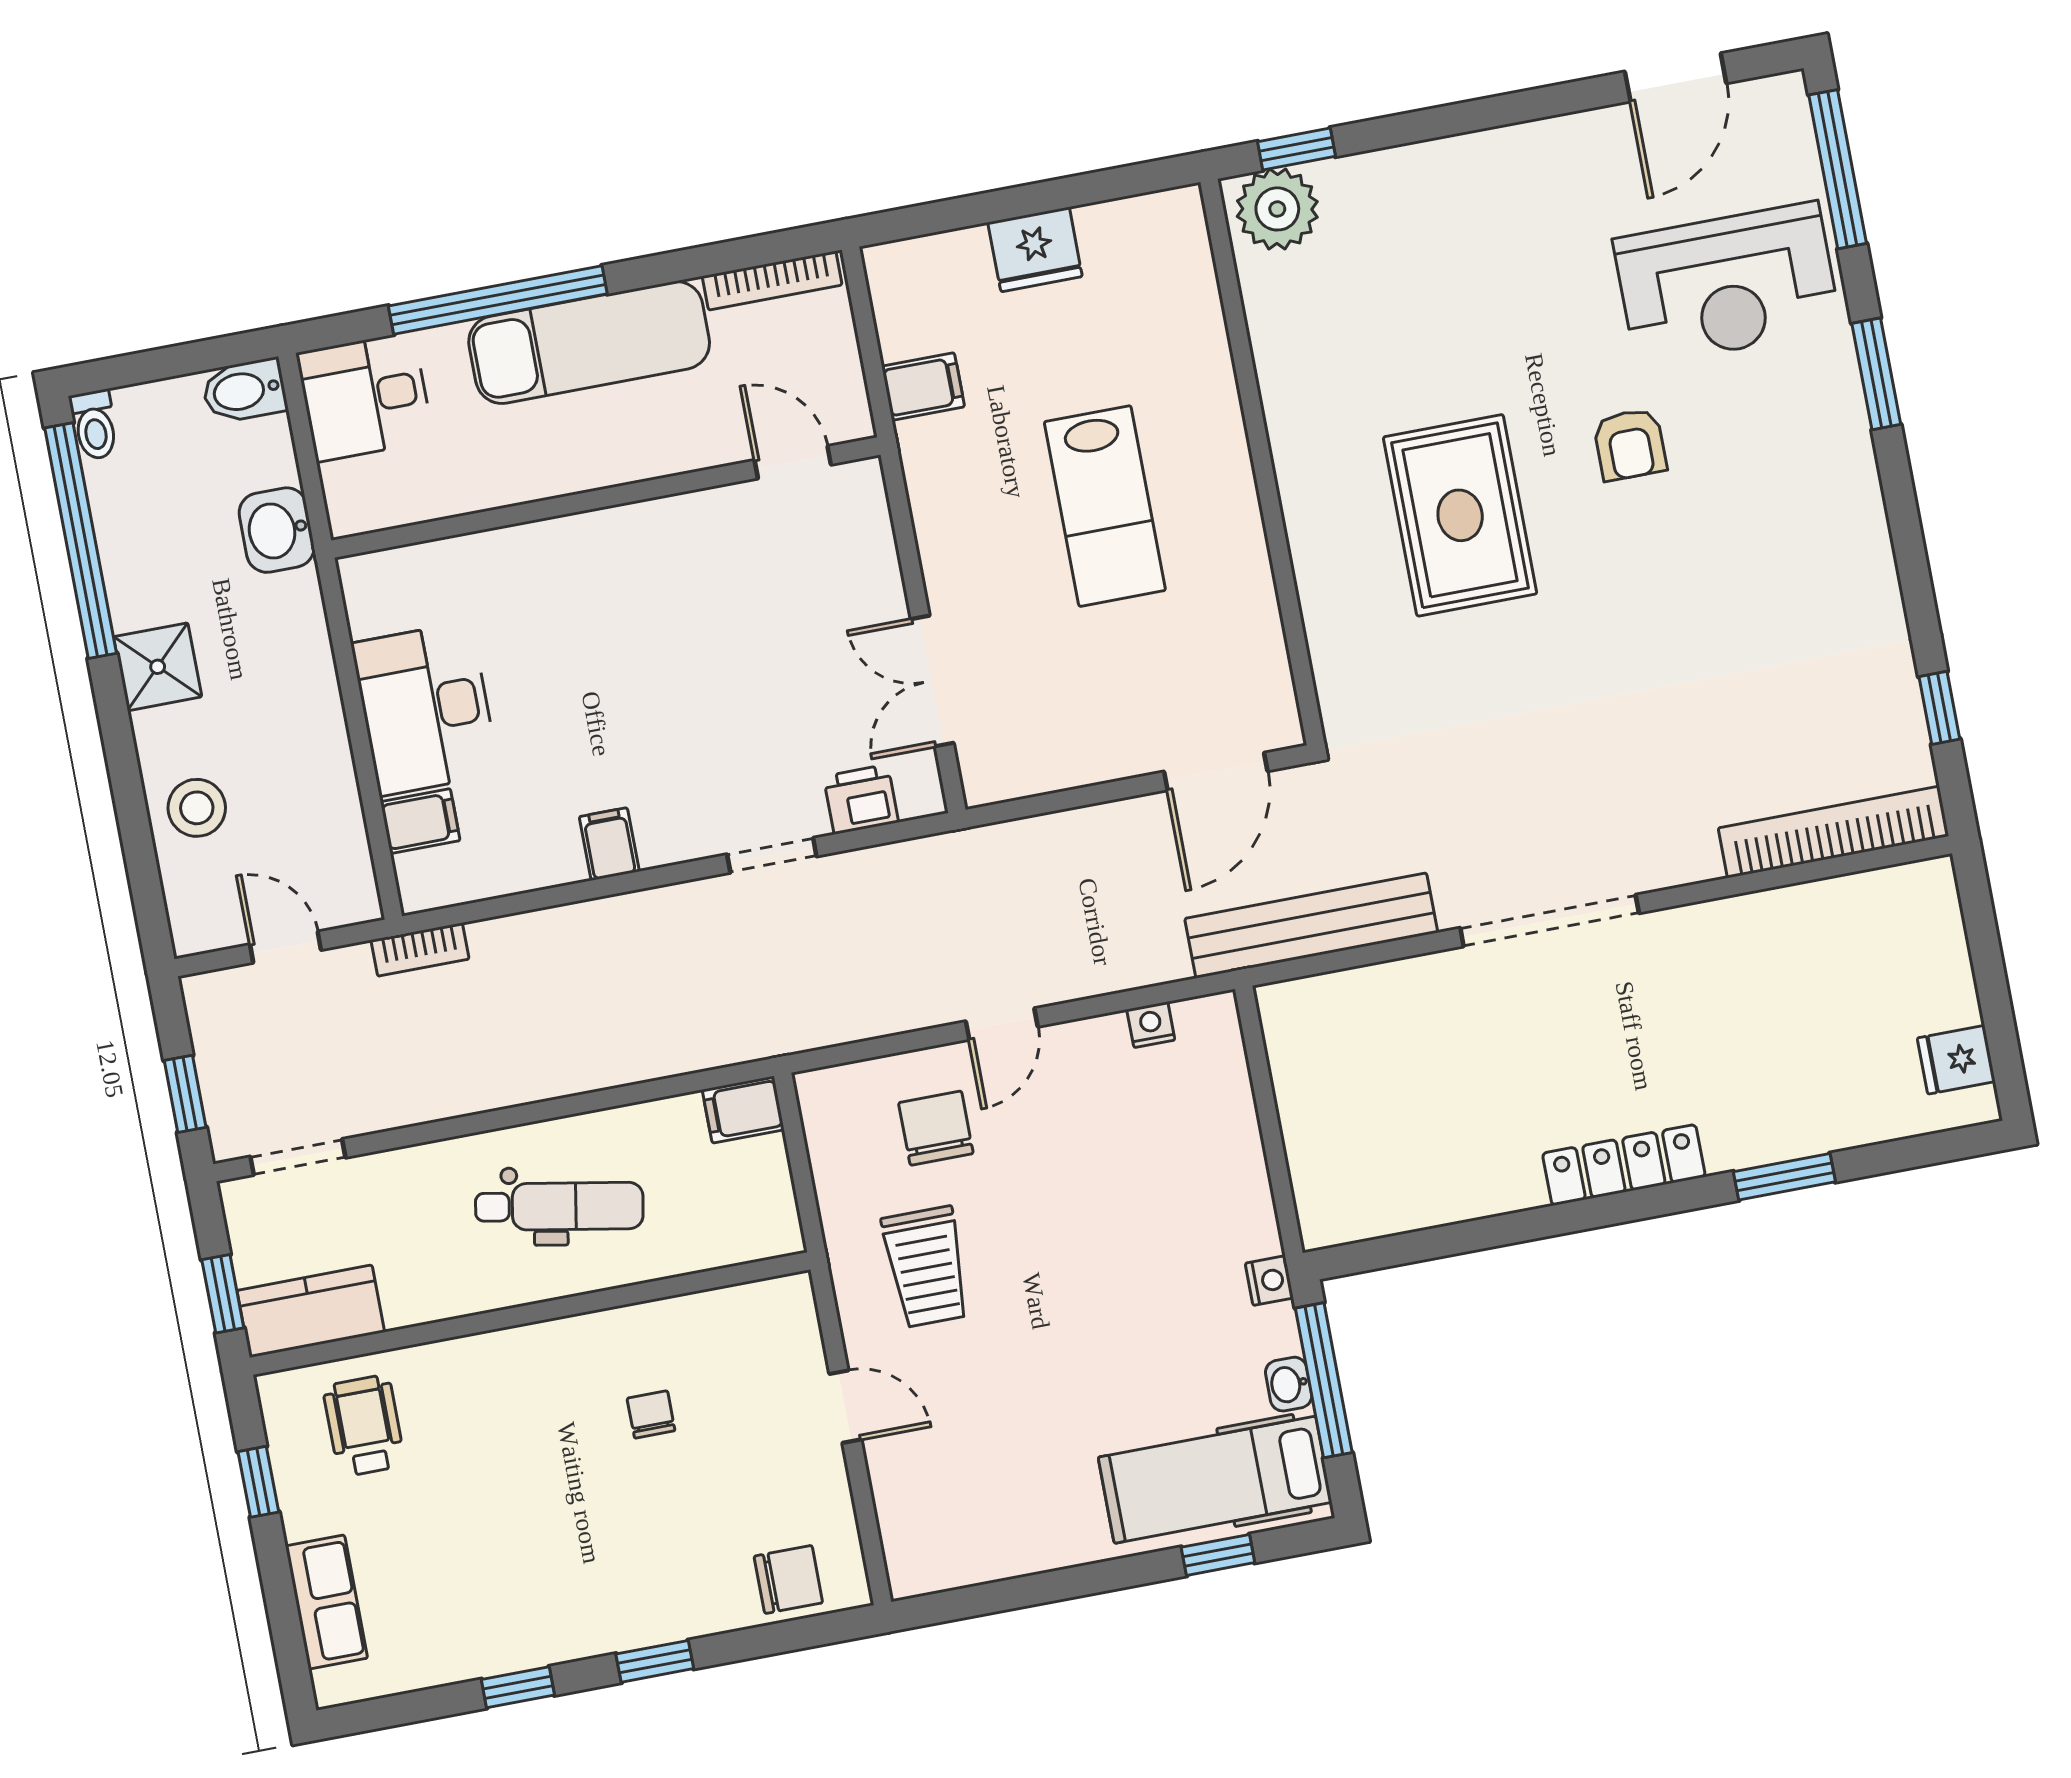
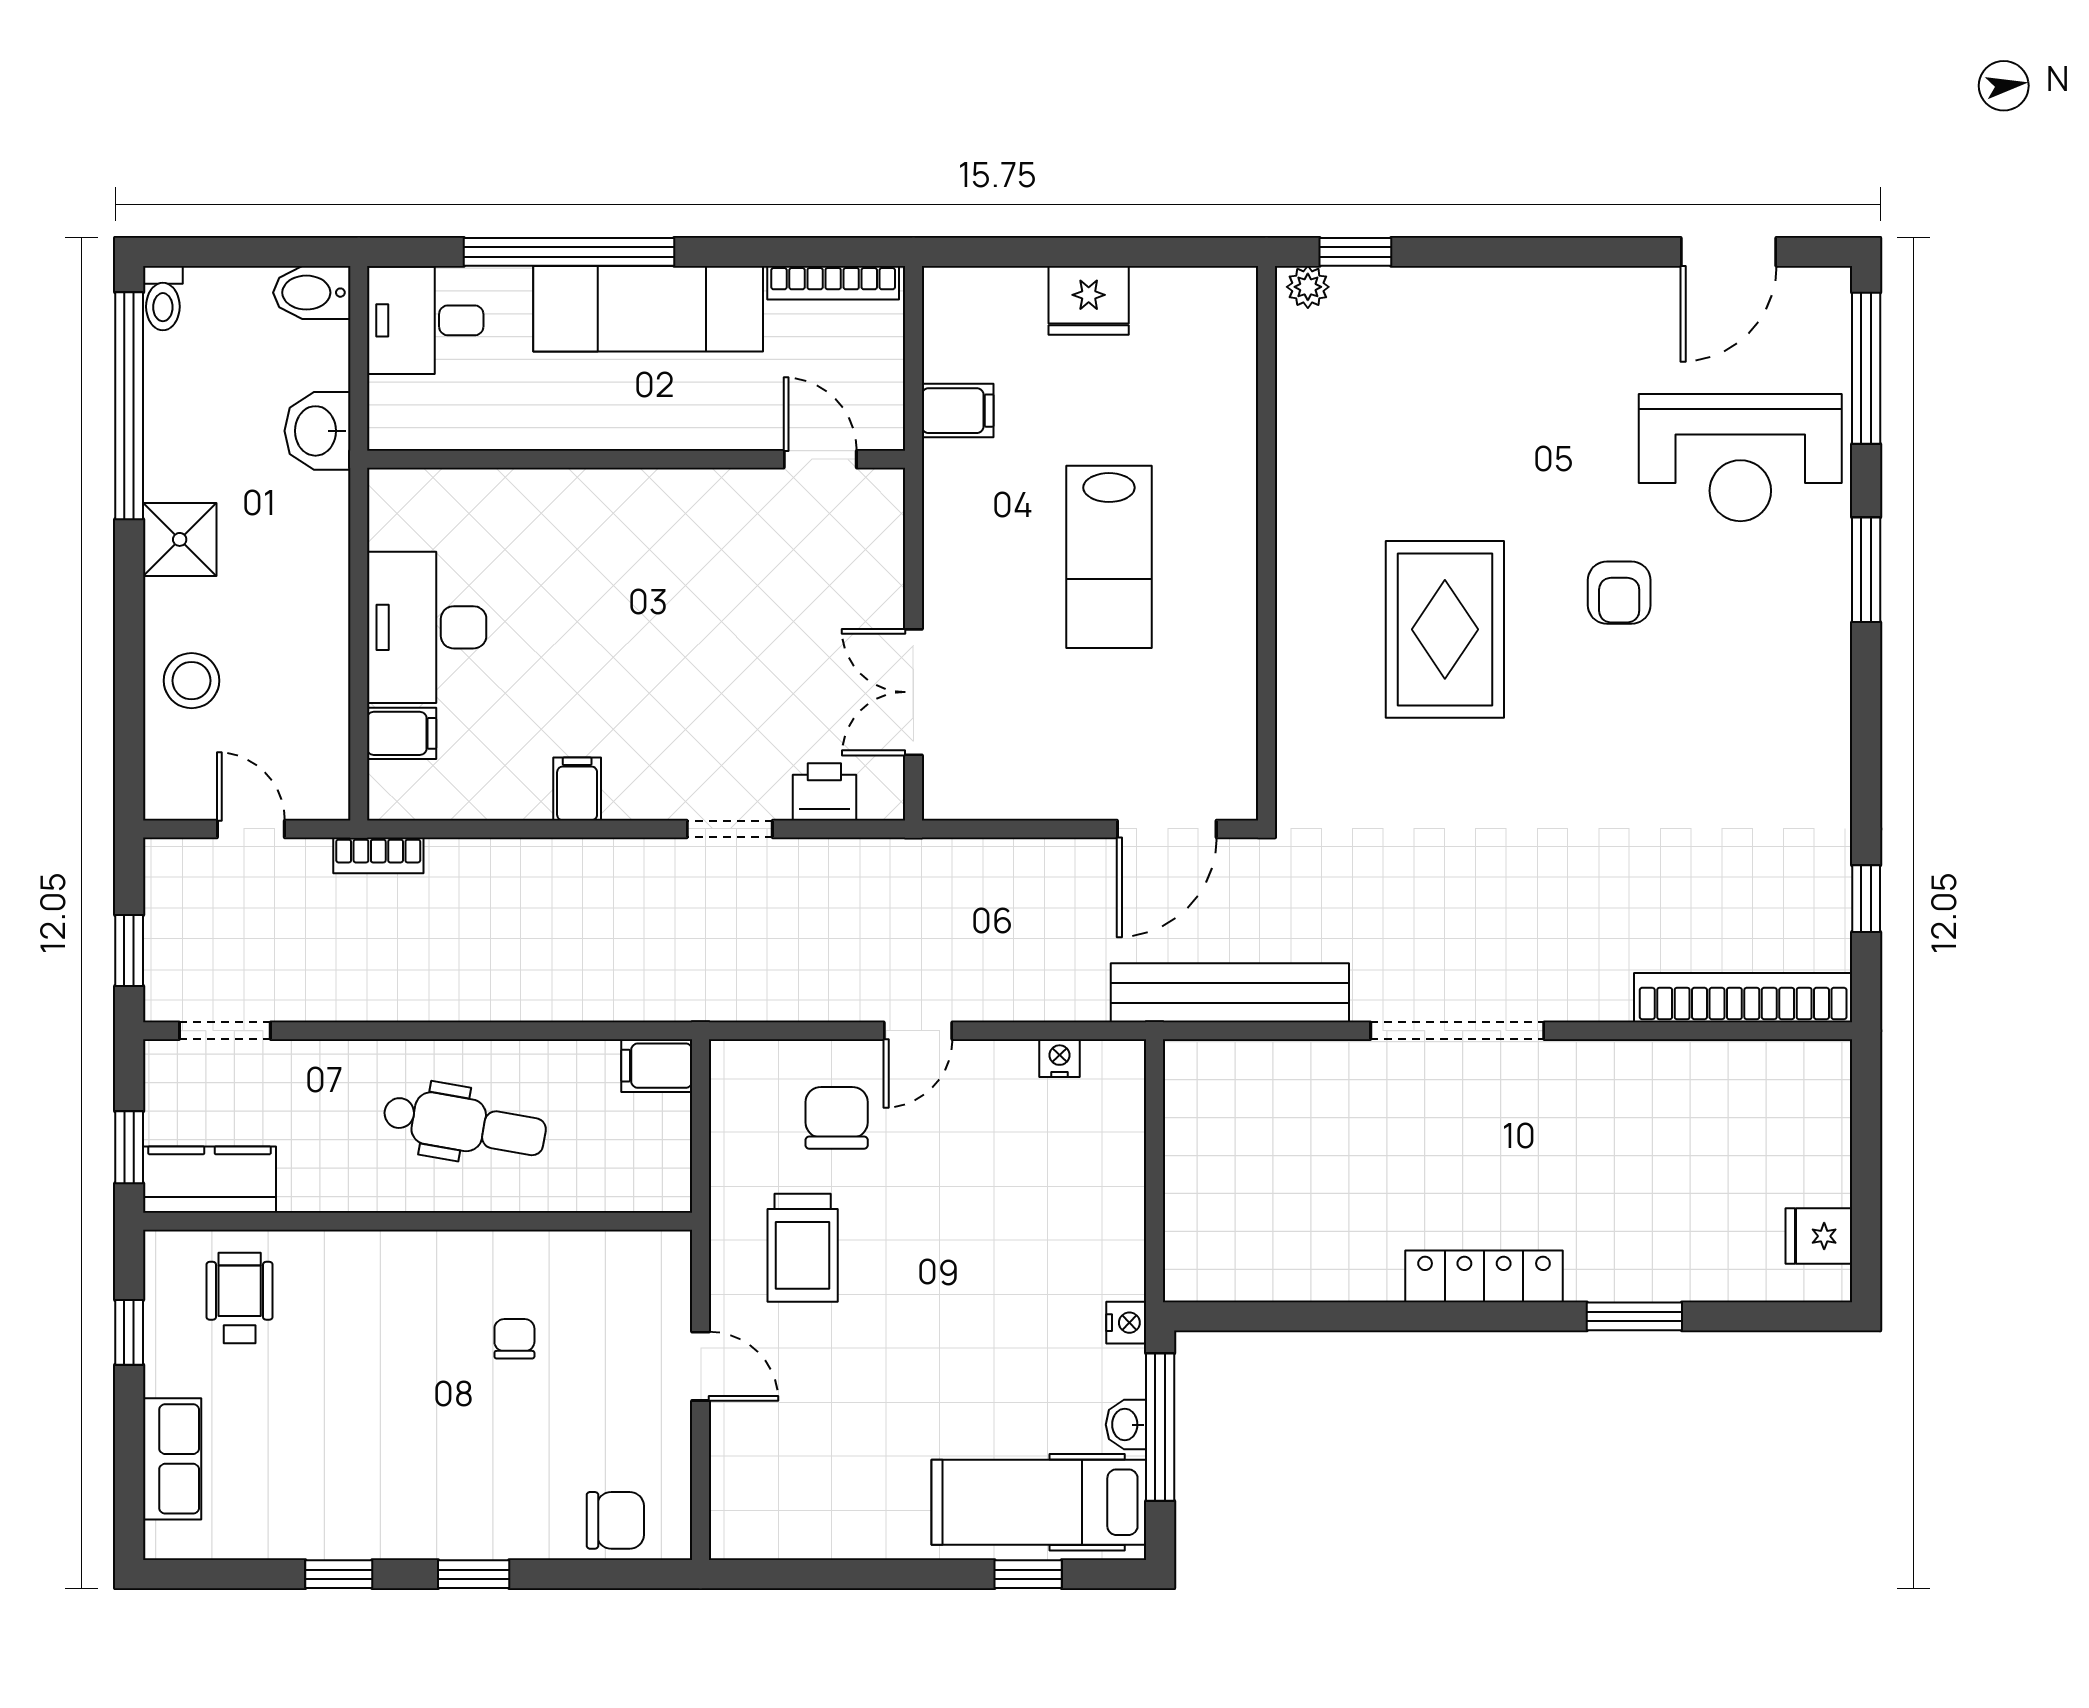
plant: (1277, 209) -> (1308, 287), width x0.53, depth x0.53

